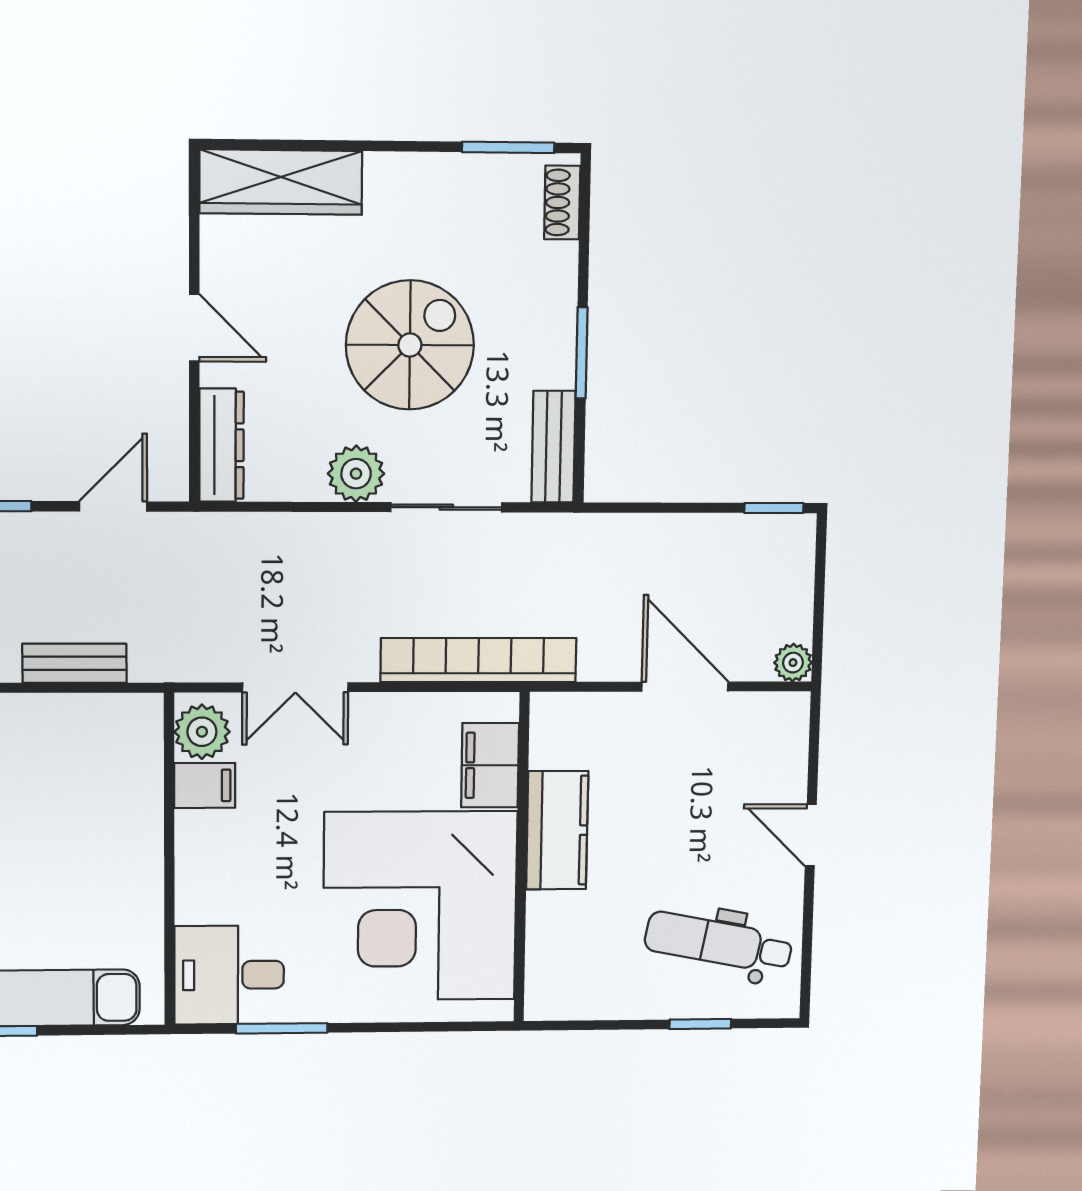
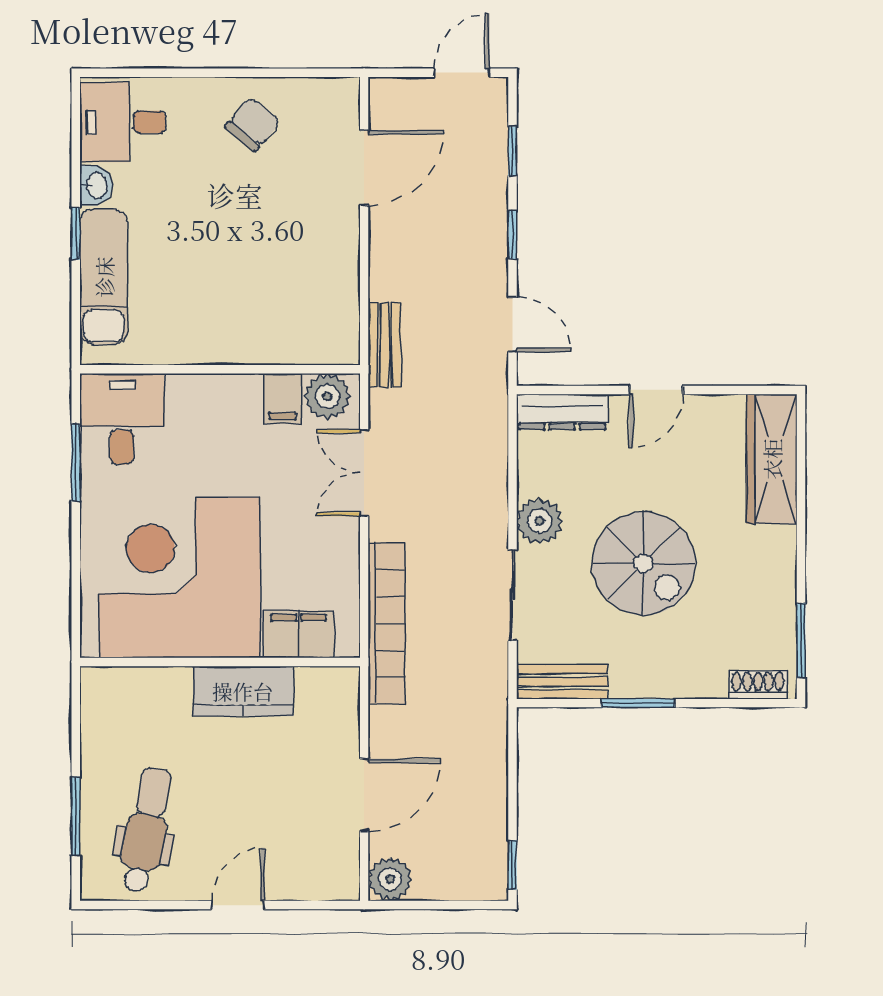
bench: (74, 663) -> (384, 345), moved
plant: (793, 663) -> (390, 879), width x1.38, depth x1.38
window: (700, 1024) -> (76, 816), width x1.50

